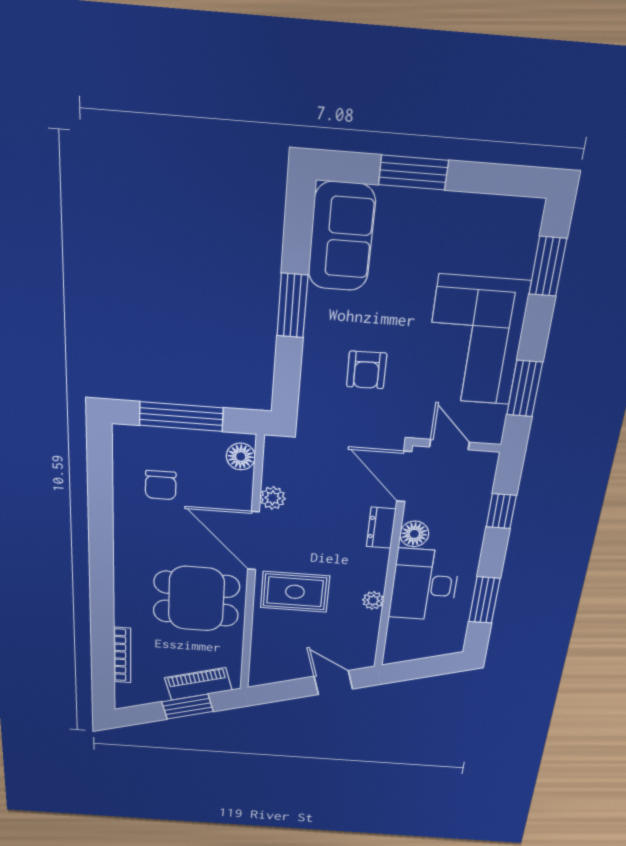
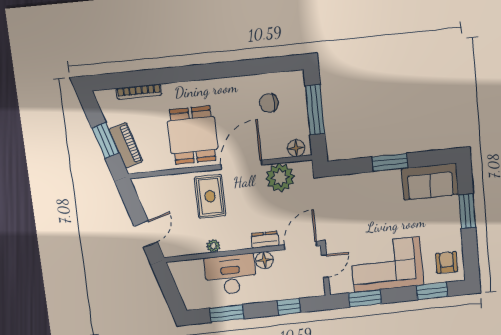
armchair: (367, 370) -> (447, 262), moved, turned 91
plant: (273, 498) -> (280, 178), width x1.88, depth x1.88

